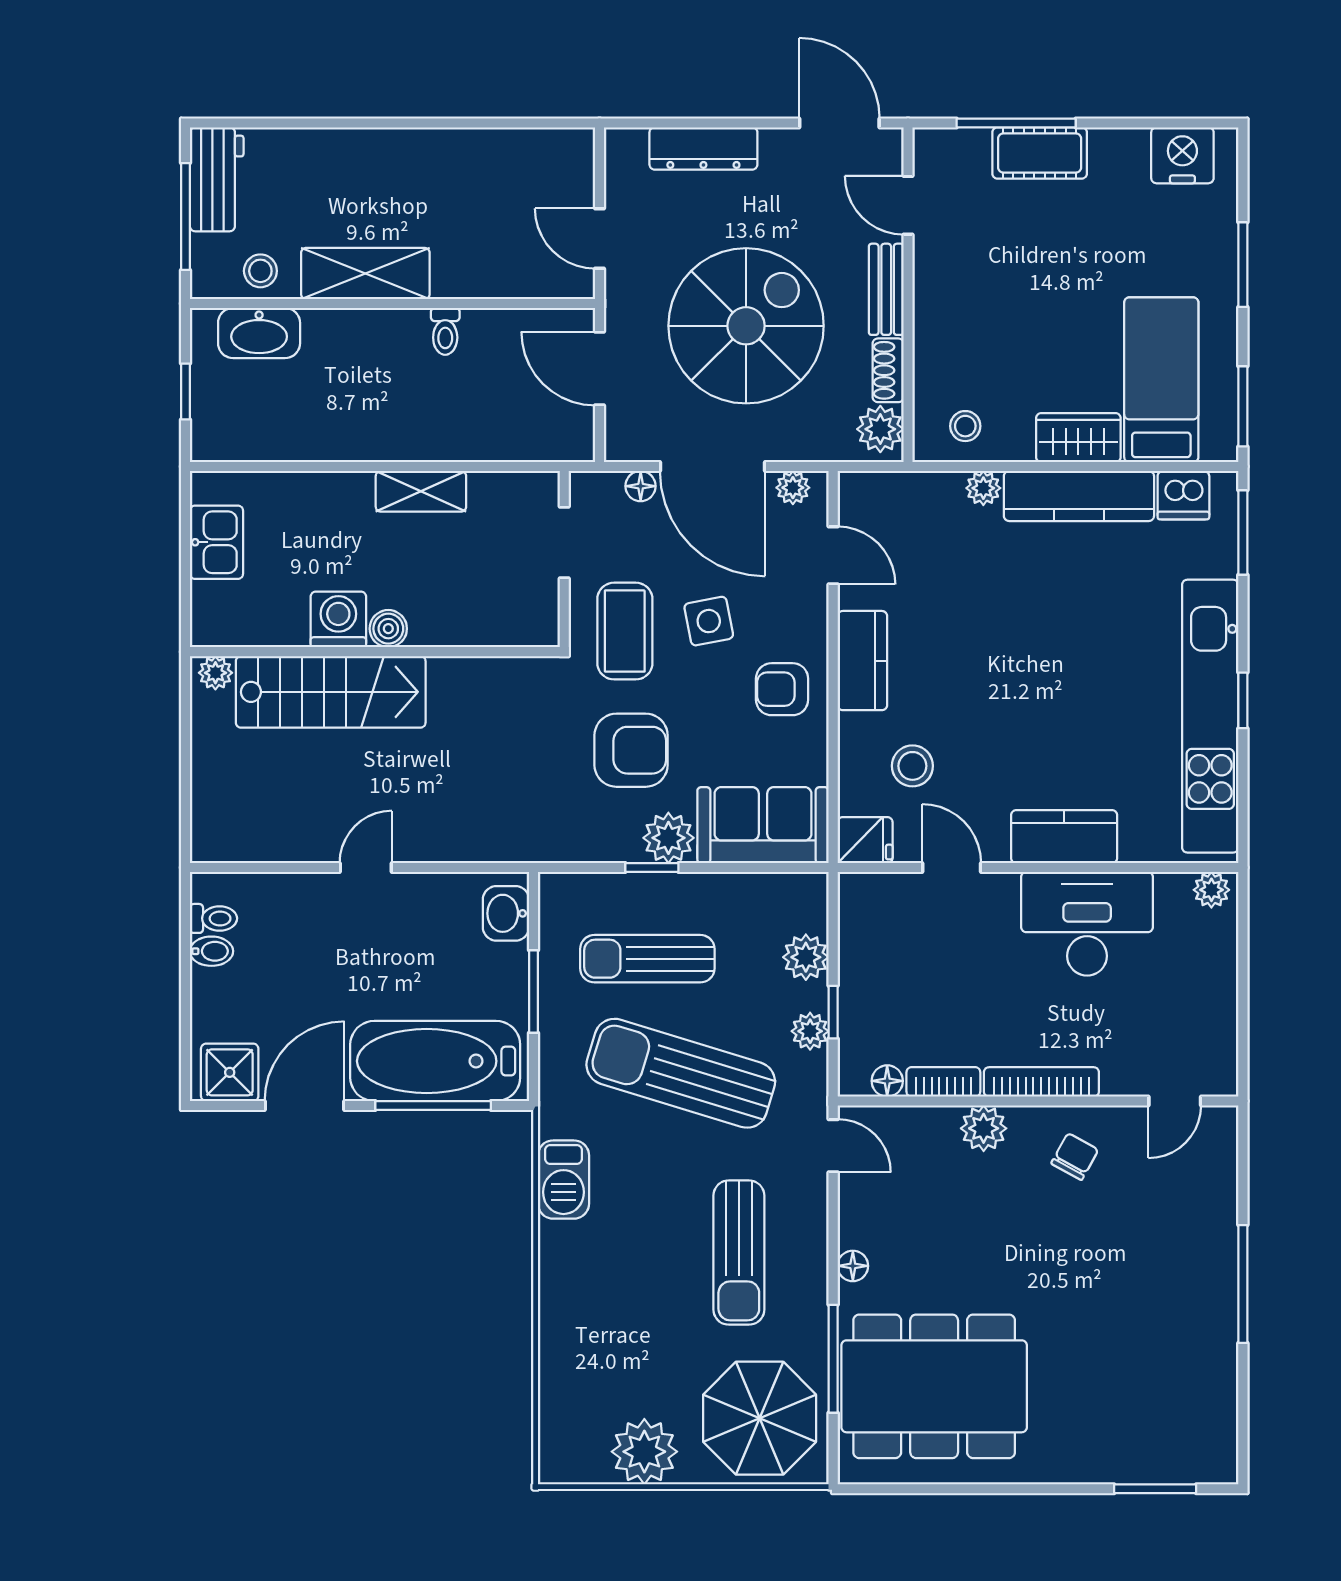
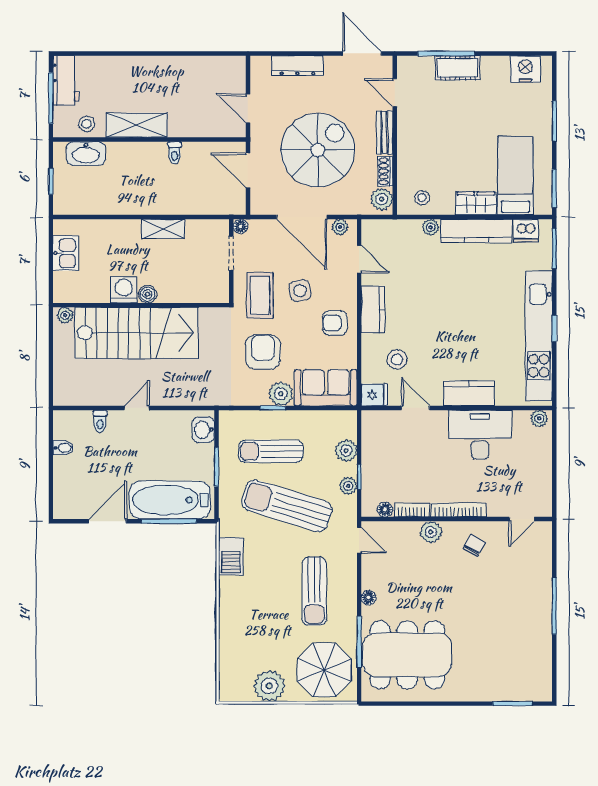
floor lamp: (641, 486) -> (241, 226), moved
stairs: (331, 692) -> (136, 333), width x1.36, depth x1.51
armchair: (631, 750) -> (263, 352), turned -90
toilet: (213, 918) -> (100, 421), moved, turned 90
shower: (230, 1072) -> (72, 505), removed

